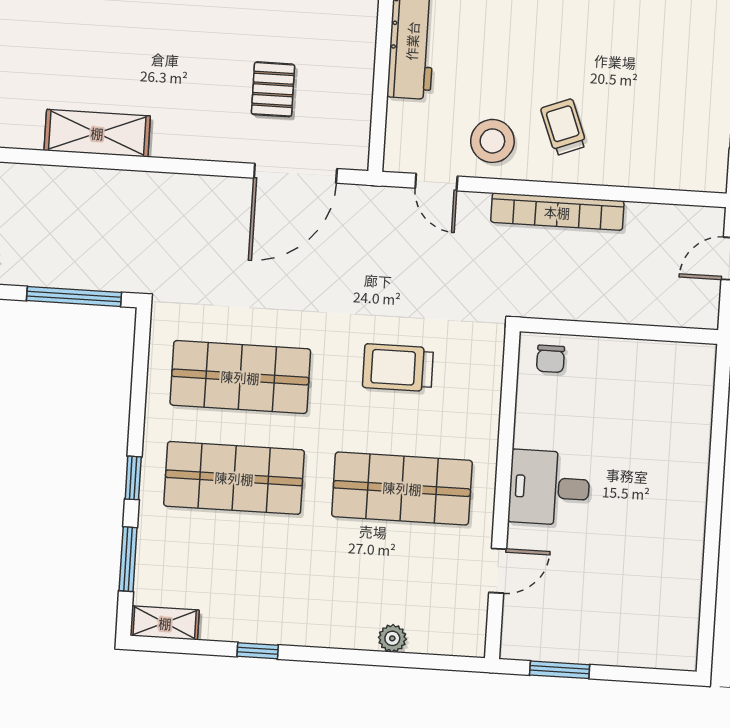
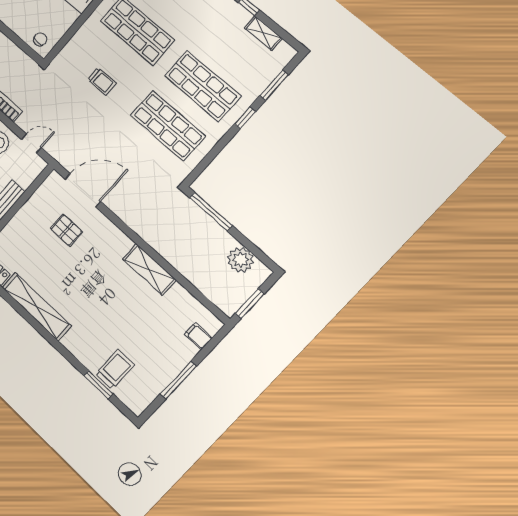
pallet: (273, 89) -> (66, 230), turned 90
door: (436, 182) -> (31, 143), hinge flipped
trolley: (398, 368) -> (102, 81), width x0.73, depth x0.72
shelving: (165, 623) -> (263, 33), moved

